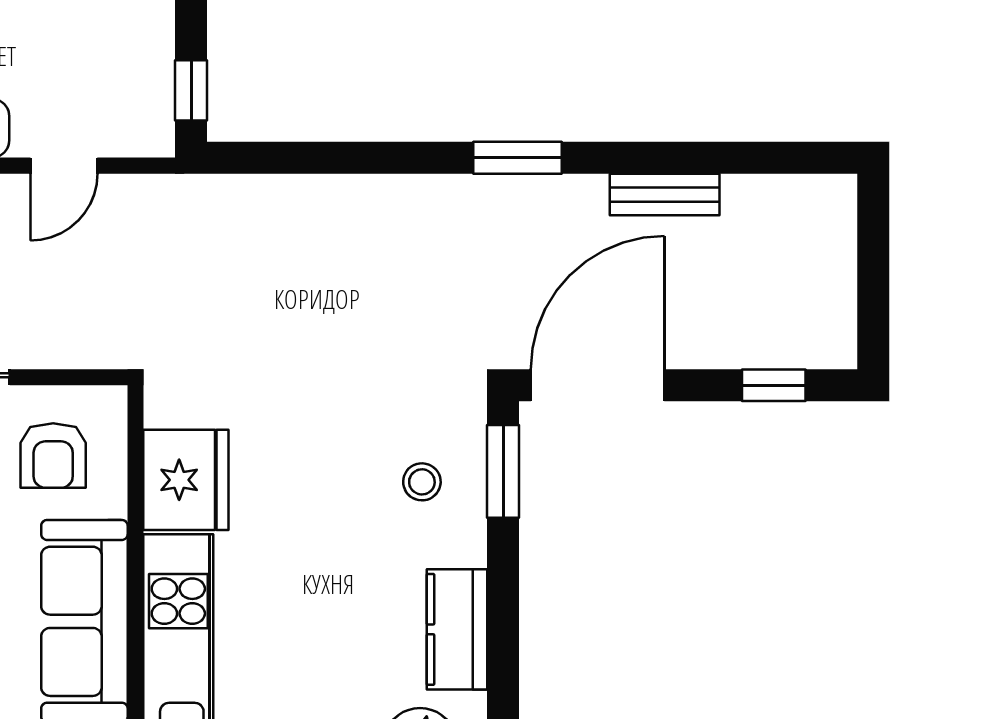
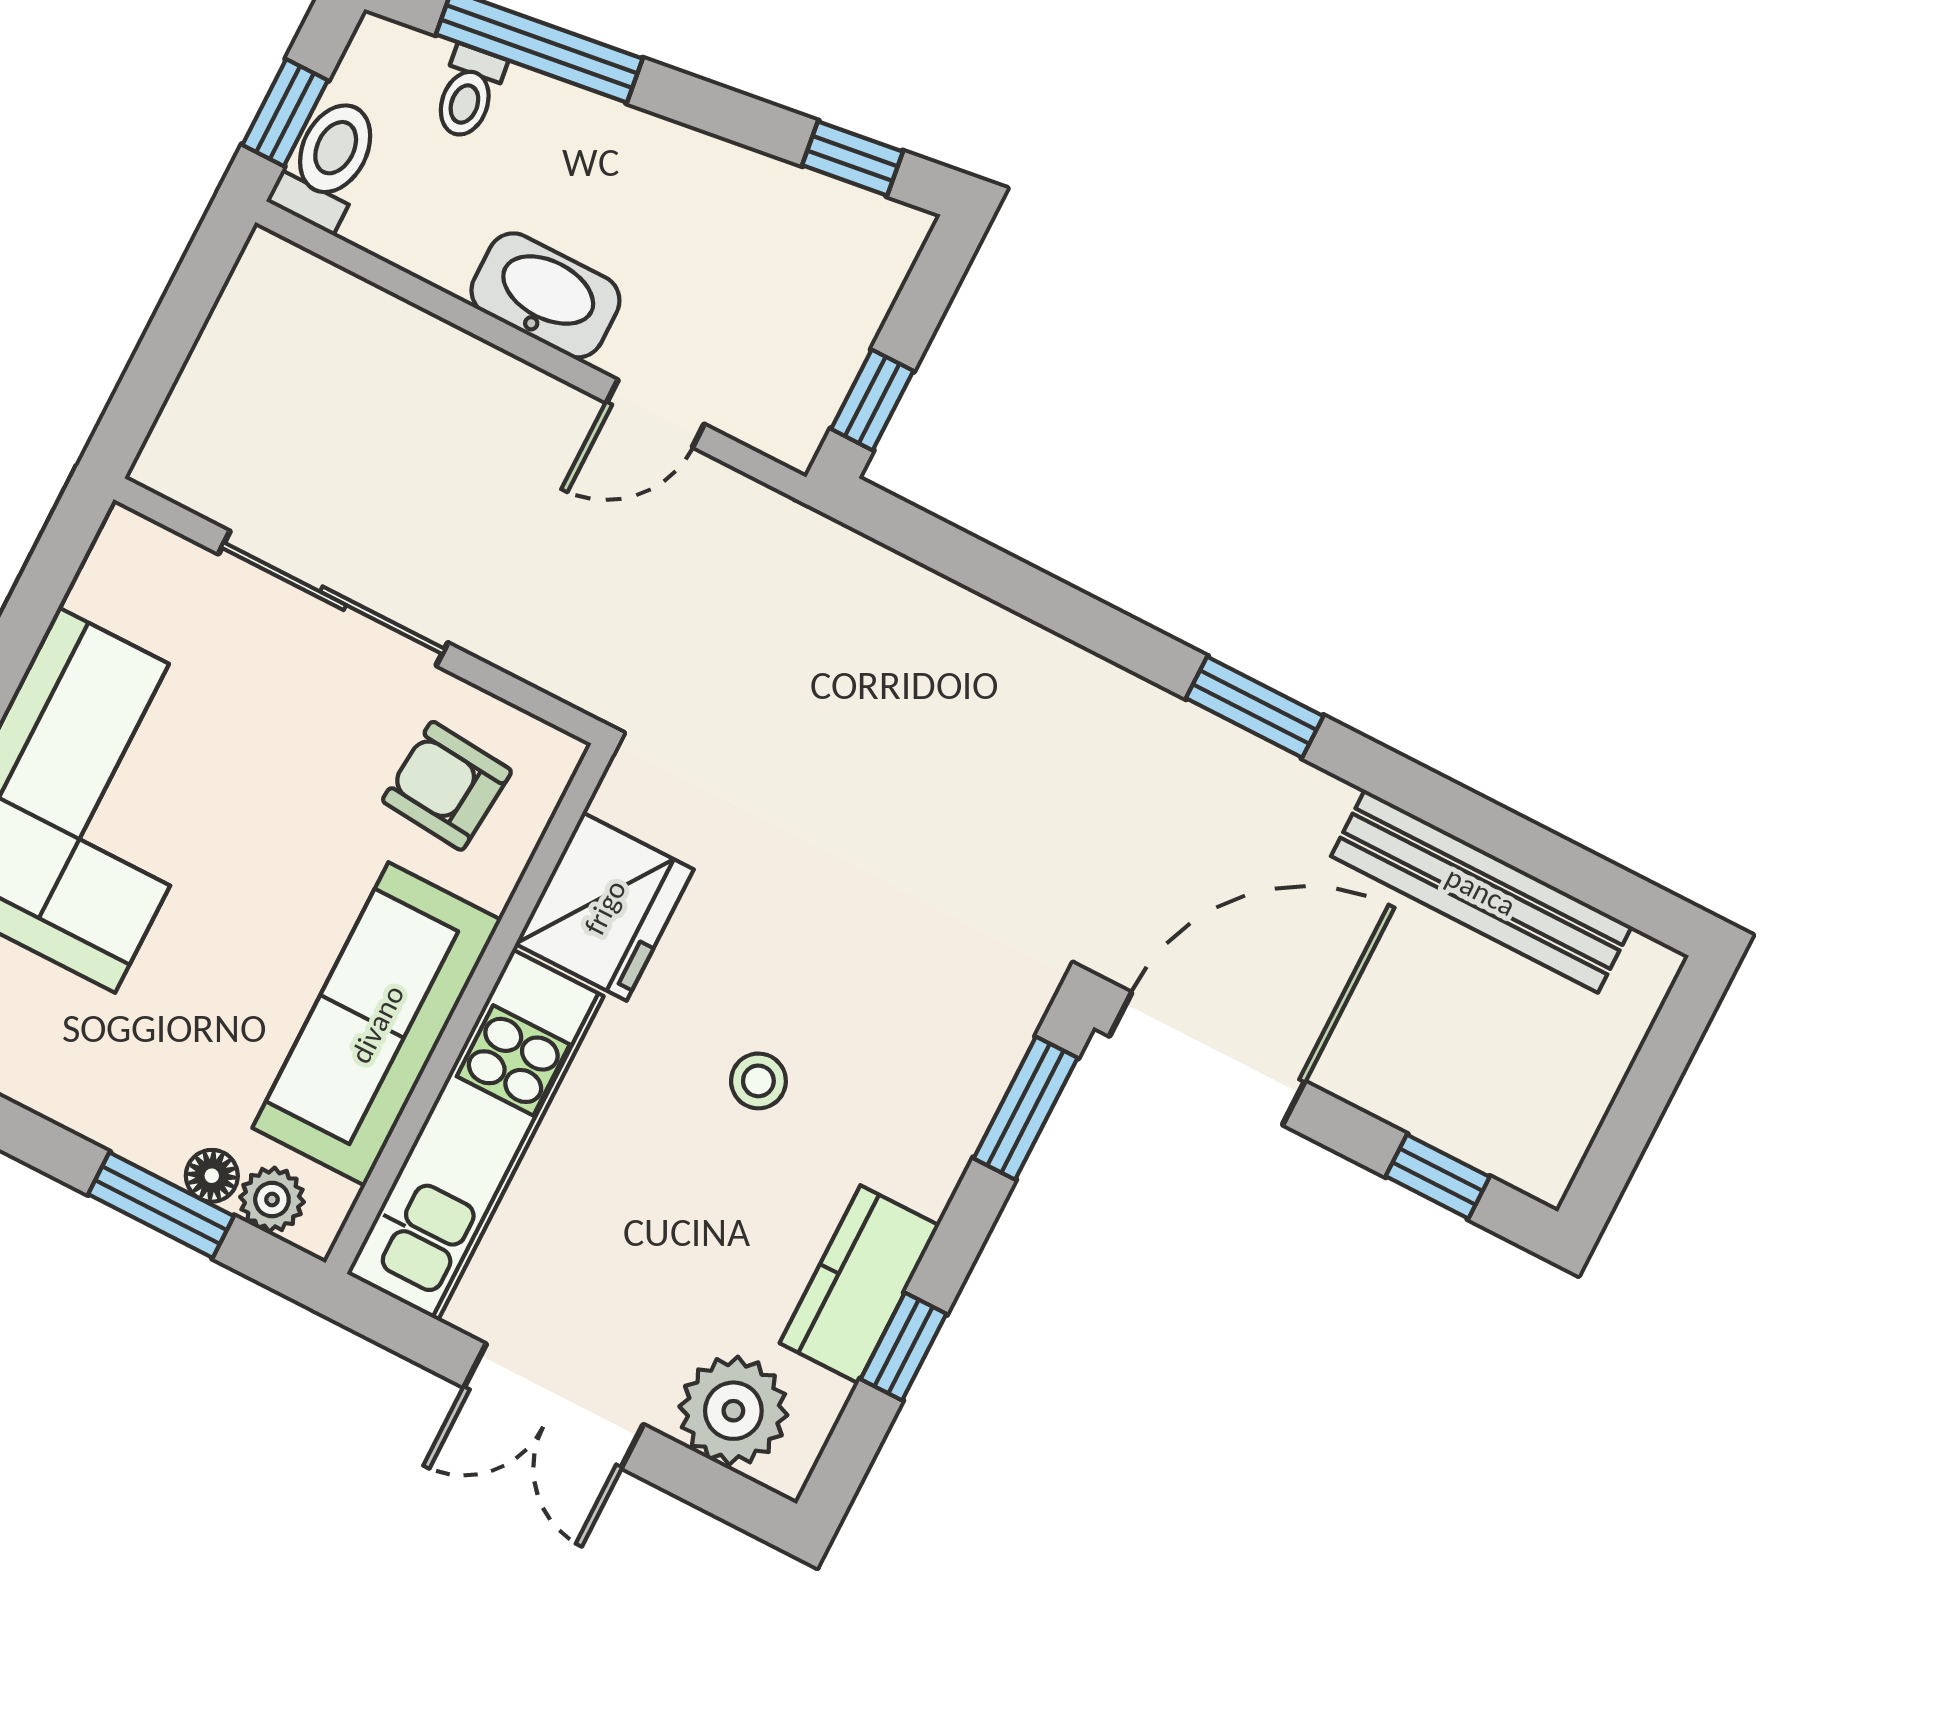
bench: (665, 195) -> (1481, 891), width x1.86, depth x1.21
armchair: (53, 455) -> (447, 786), turned 95
stool: (422, 482) -> (758, 1081), moved
window: (503, 653) -> (904, 1347), added

